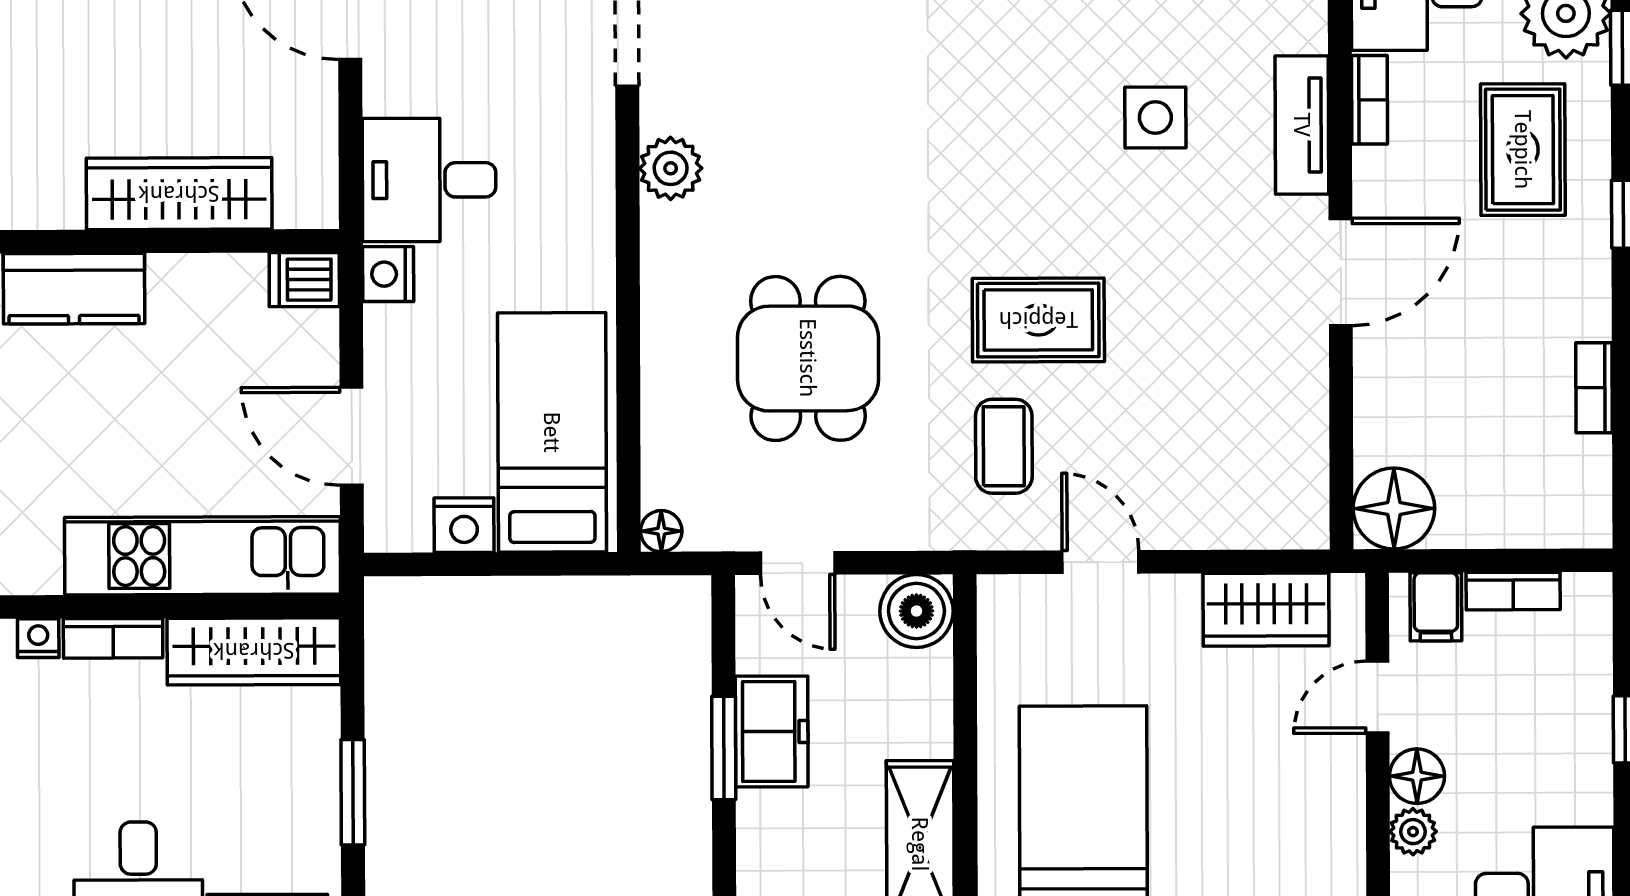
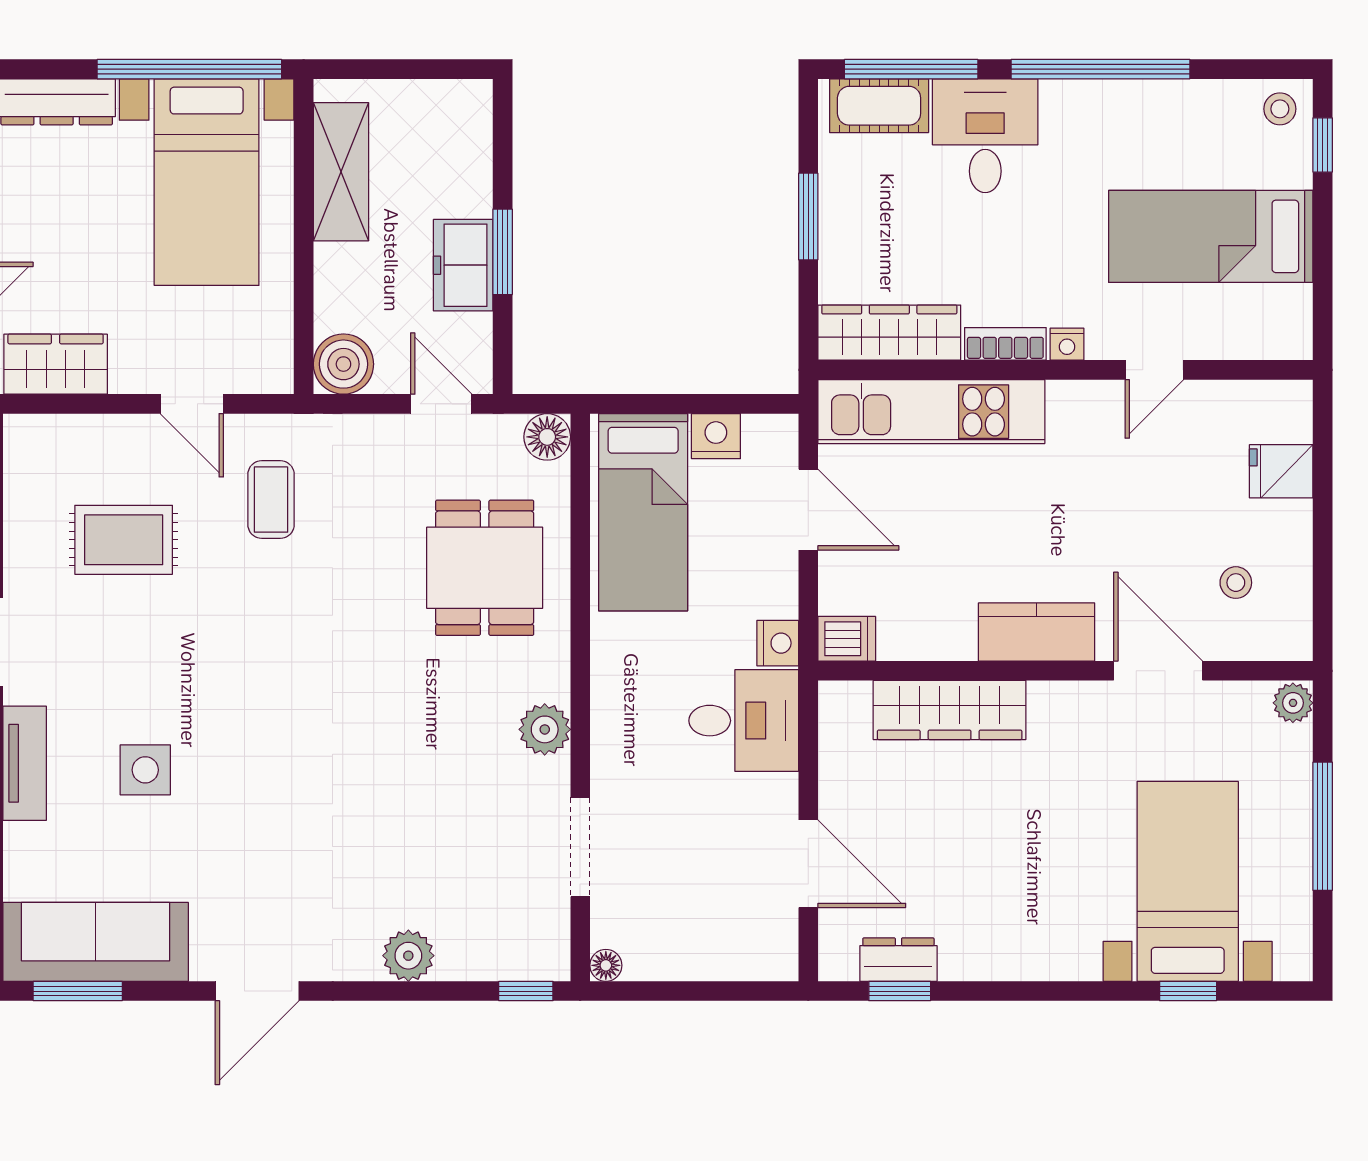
rug: (1038, 320) -> (124, 540), moved
dining table: (808, 358) -> (485, 568), moved
floor lamp: (661, 531) -> (547, 437), width x1.37, depth x1.37

